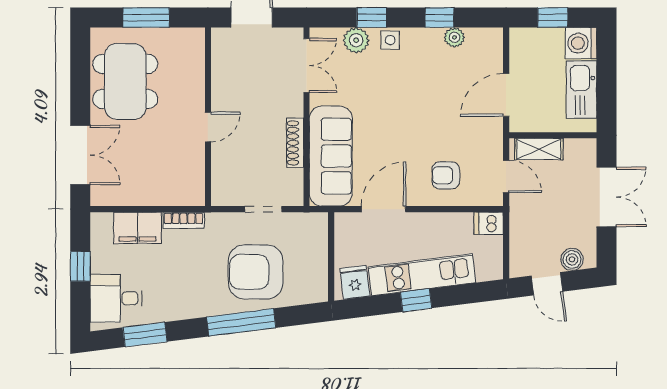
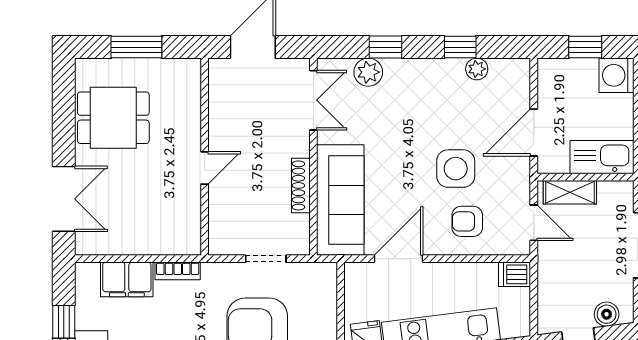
side table: (390, 40) -> (456, 169), moved, width x1.87, depth x1.87
dining table: (125, 81) -> (113, 118), width x0.73
kitchen sink: (582, 90) -> (602, 157), moved, turned 90

